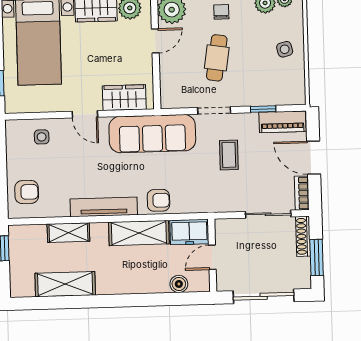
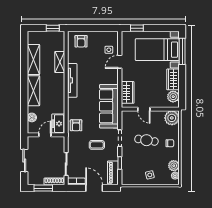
door: (155, 41) -> (144, 109), moved
door: (85, 114) -> (120, 62), moved
door: (314, 158) -> (94, 188), hinge flipped
armchair: (158, 200) -> (76, 125), moved
shelving: (139, 233) -> (33, 91), moved
door: (212, 257) -> (45, 135), hinge flipped
sliding door: (264, 296) -> (24, 160), width x0.73

